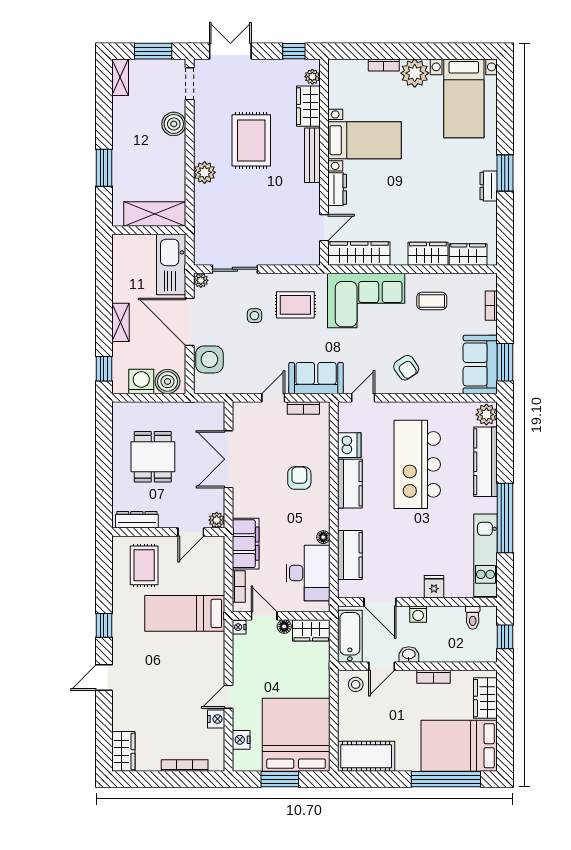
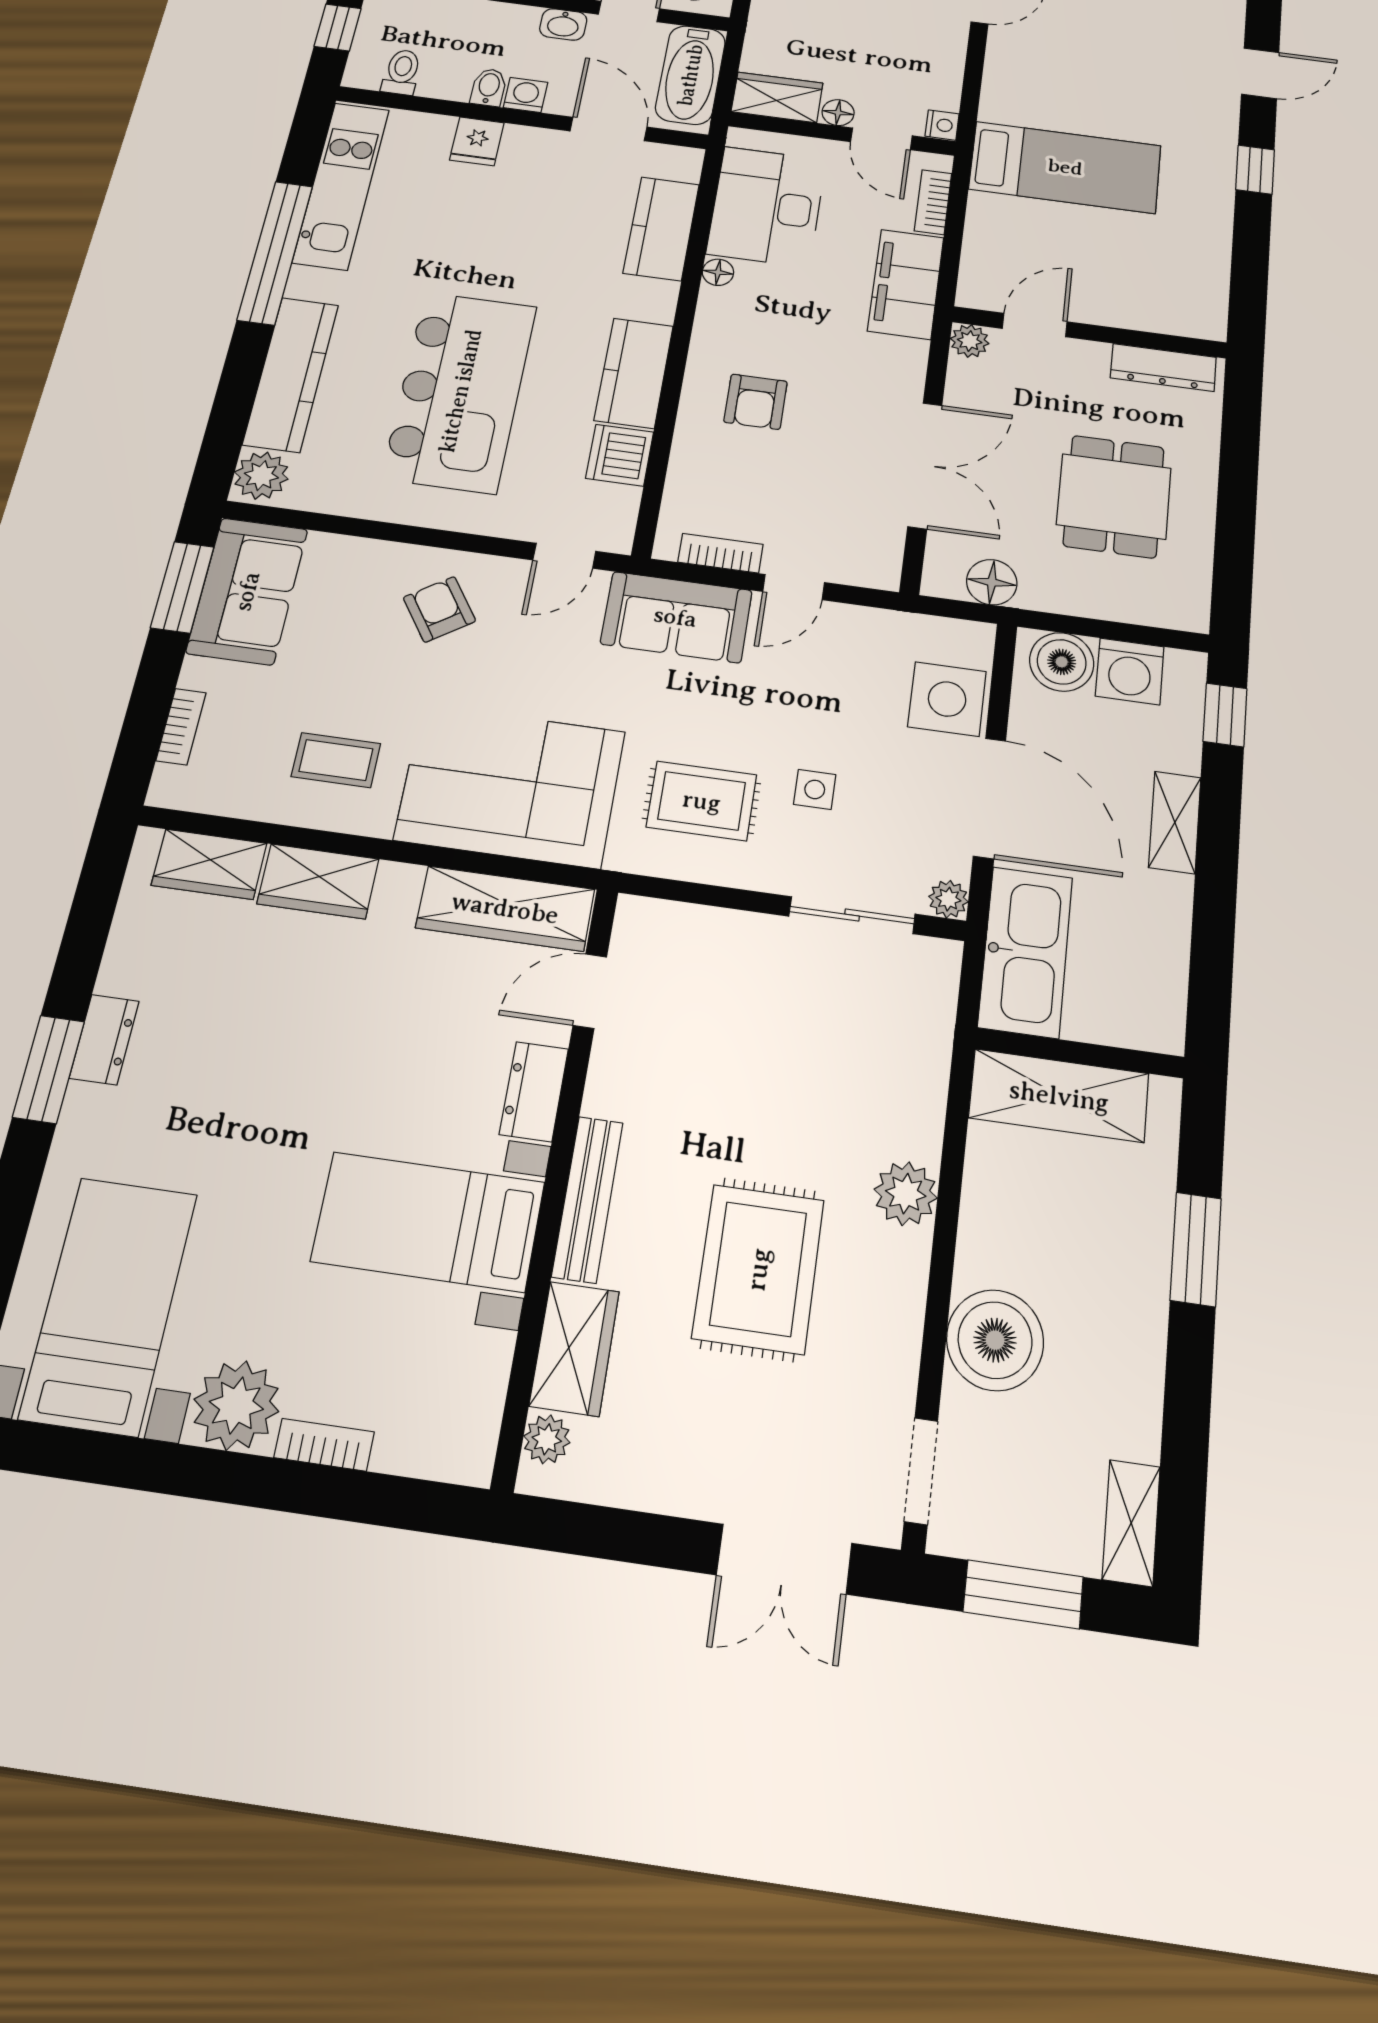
window: (294, 51) -> (589, 1530), removed
boiler: (174, 124) -> (995, 1340), width x1.37, depth x1.37
floor lamp: (197, 411) -> (992, 582), added
rug: (144, 565) -> (1153, 273), removed
bidet: (434, 616) -> (489, 87), added

